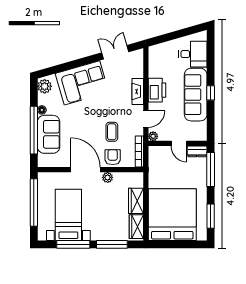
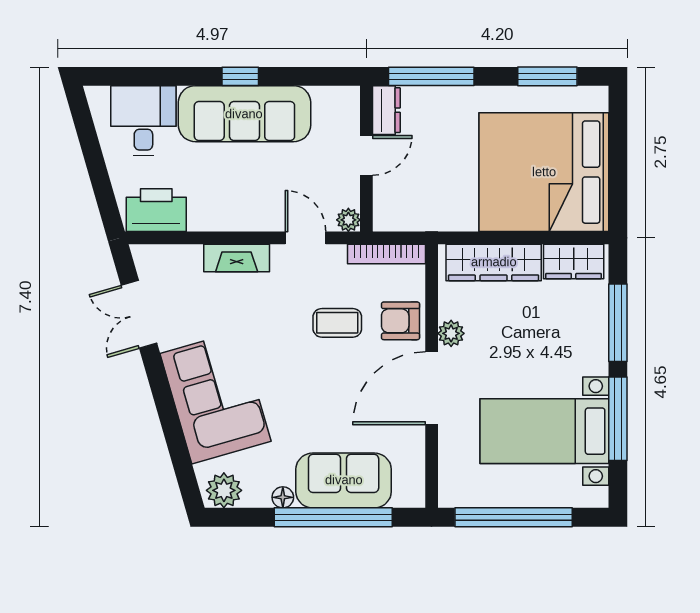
printer: (157, 90) -> (156, 210), moved
wardrobe: (136, 201) -> (494, 262), width x1.50

